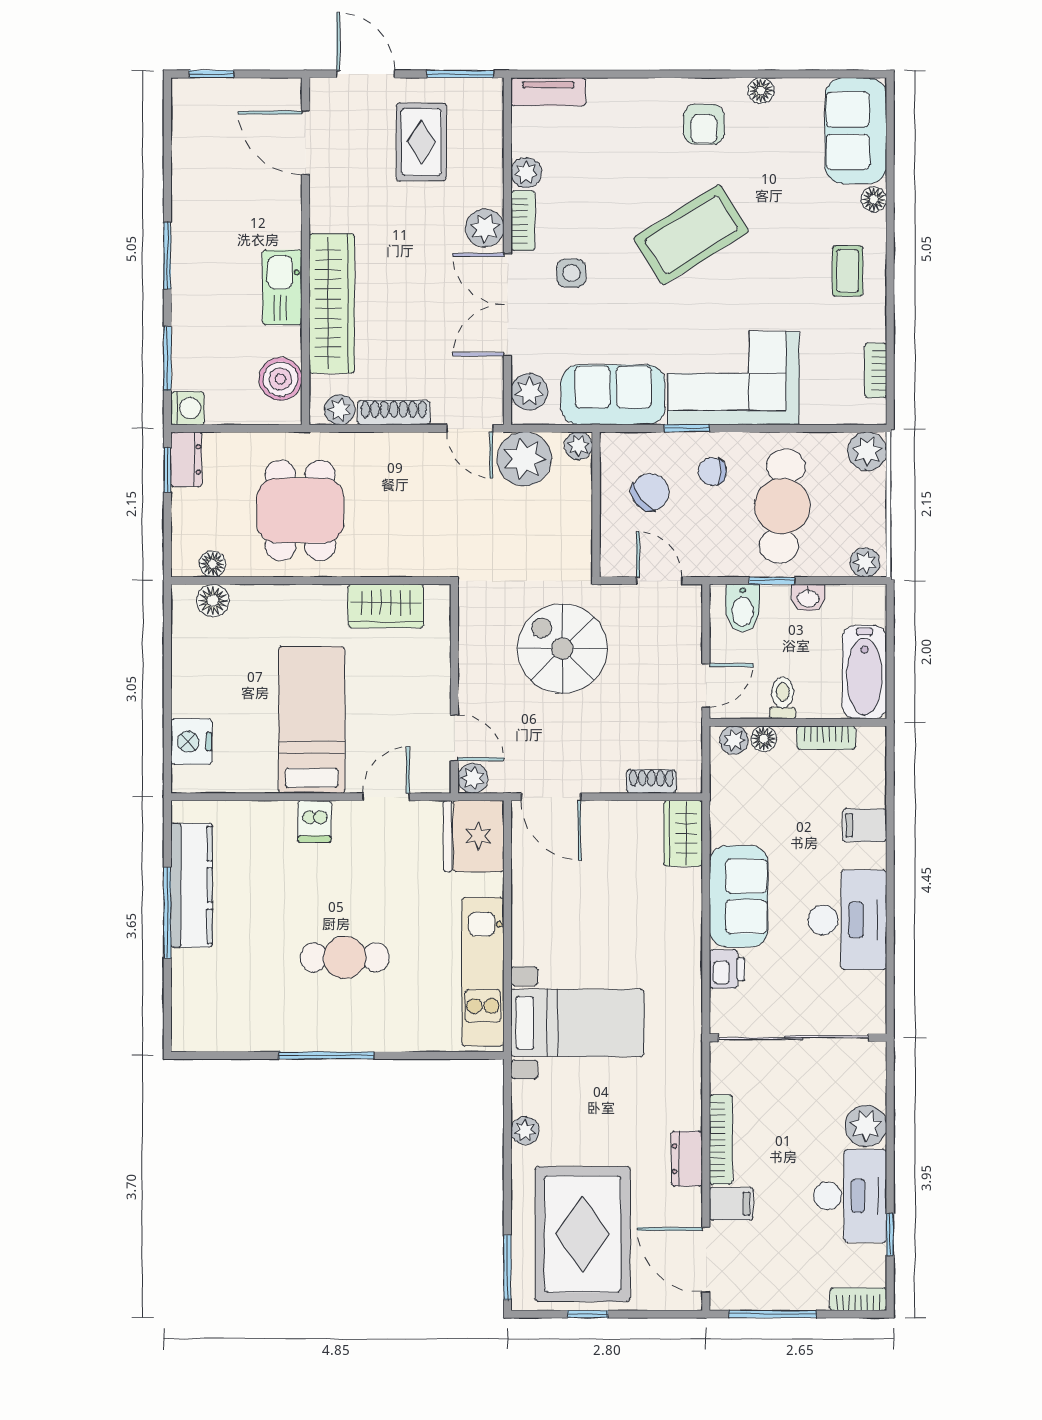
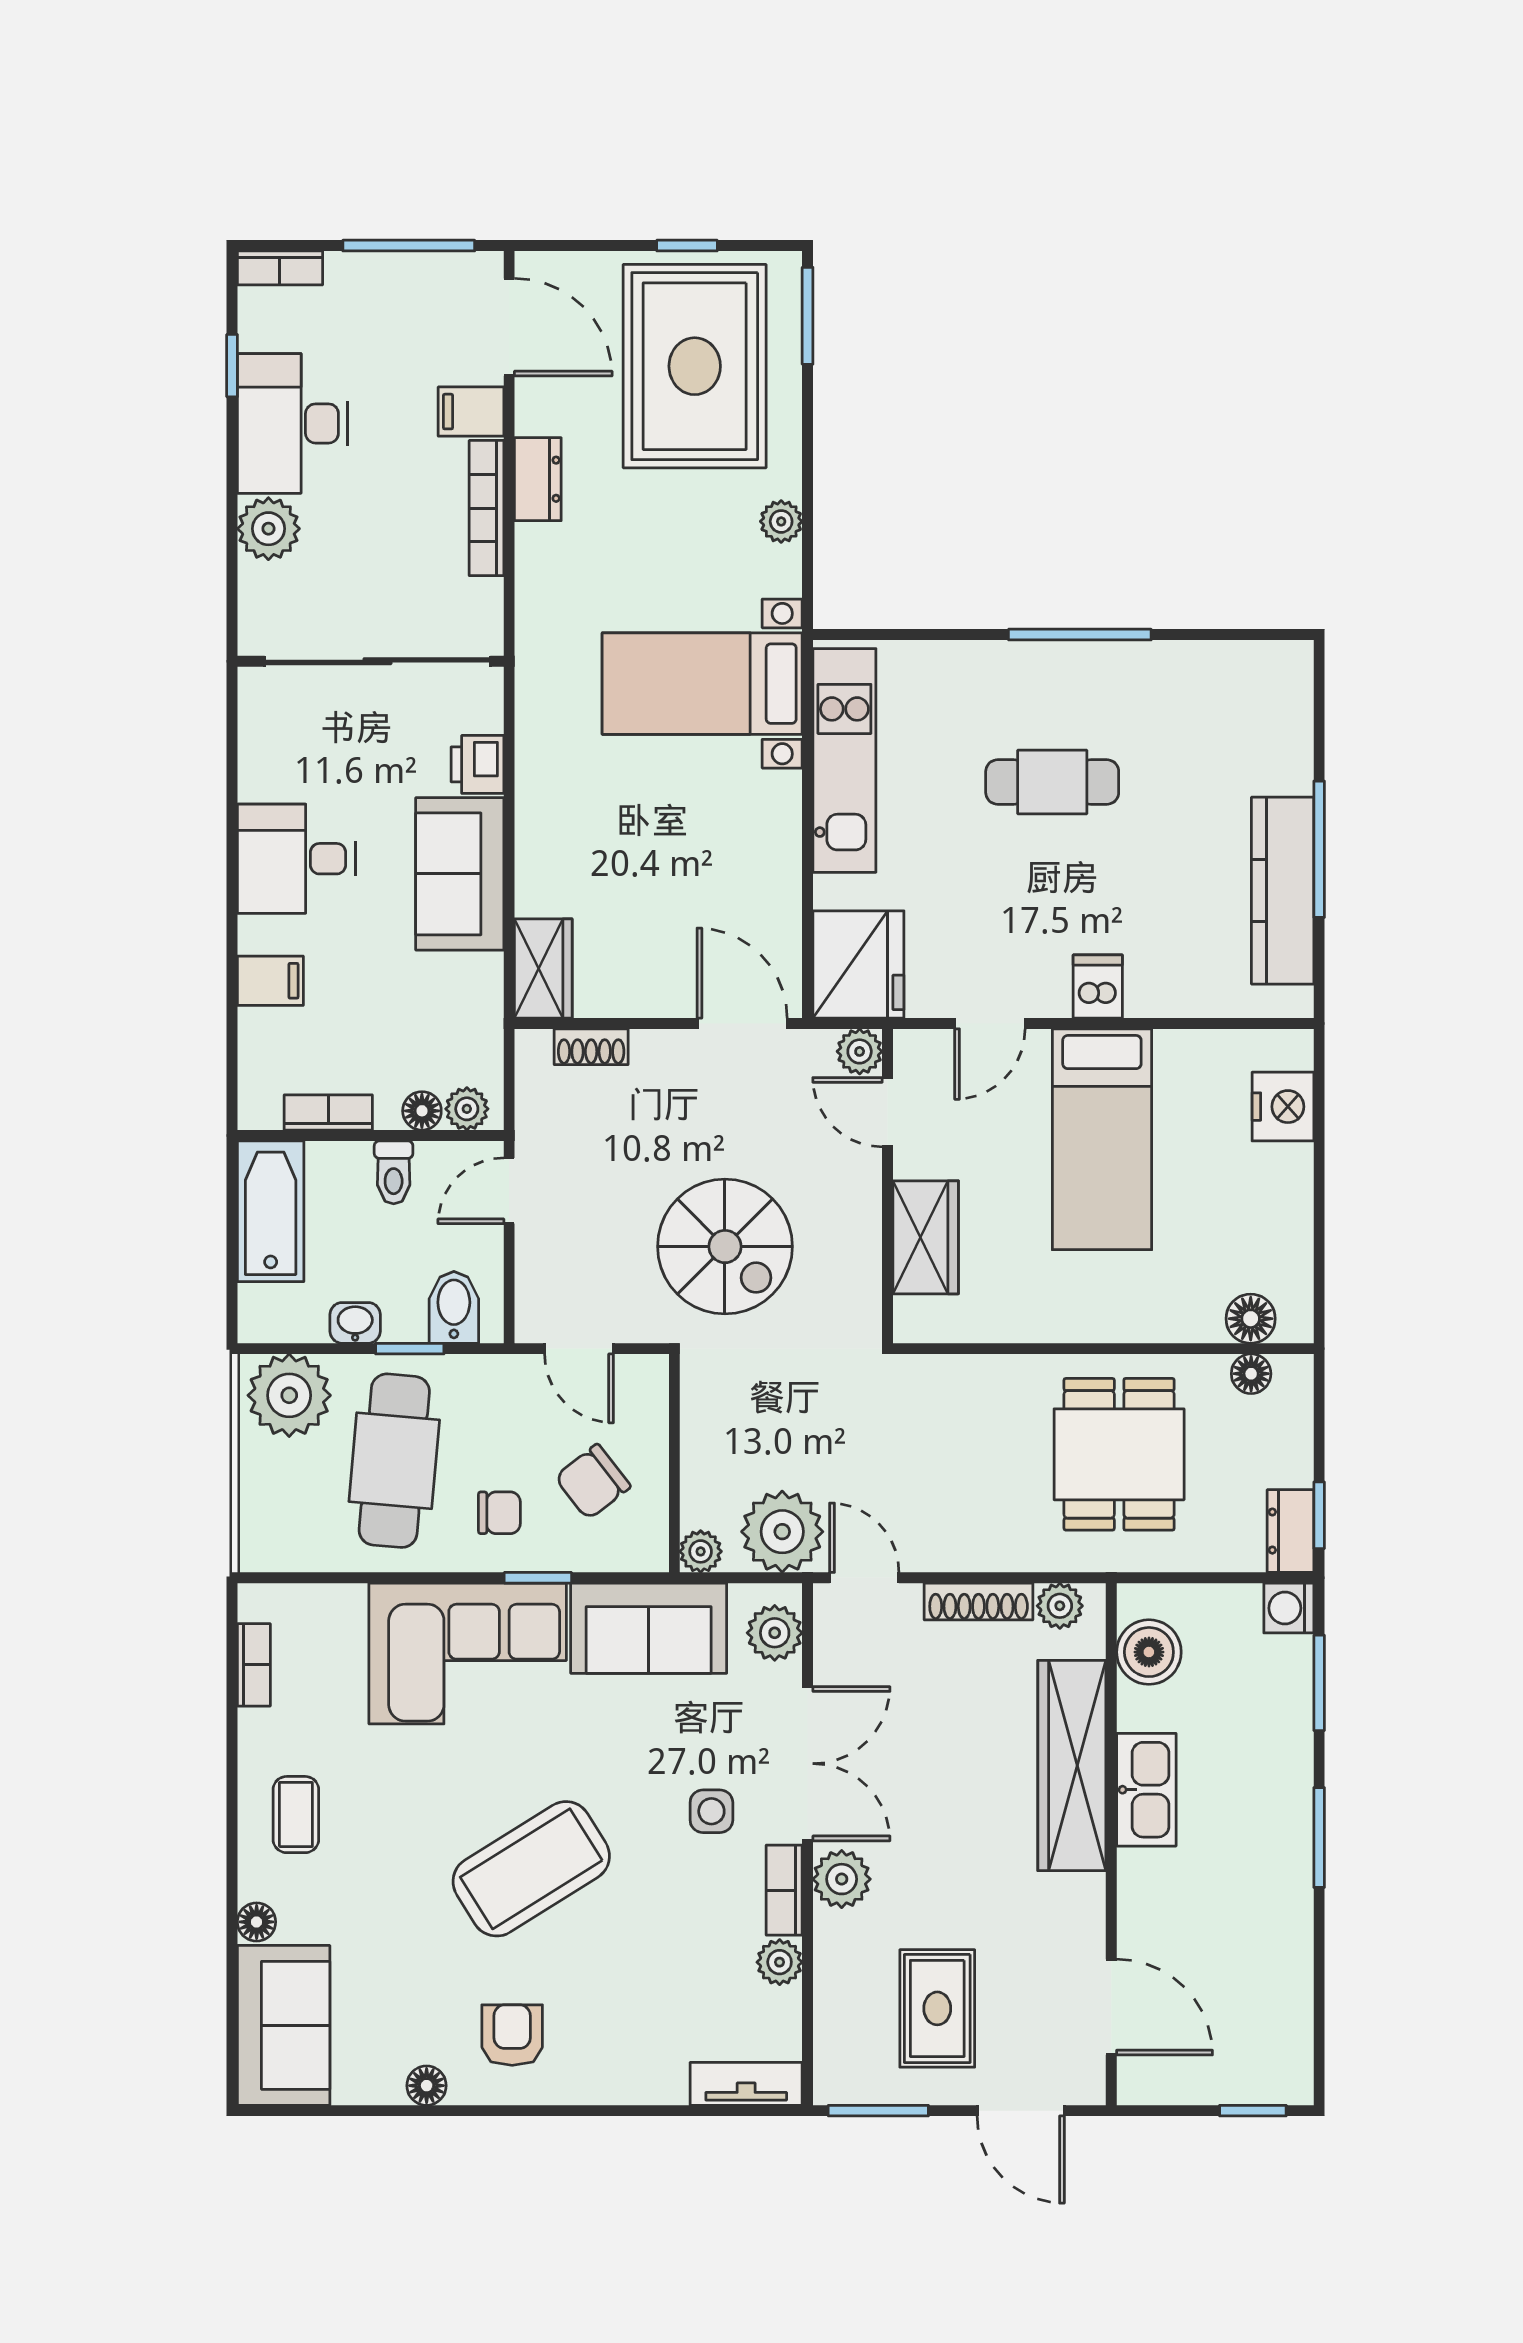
plant: (867, 451) -> (266, 1543), removed
plant: (865, 562) -> (289, 1395), width x1.88, depth x1.88
wardrobe: (386, 606) -> (926, 1237), moved, turned 90
desk: (847, 920) -> (296, 859), width x0.73

